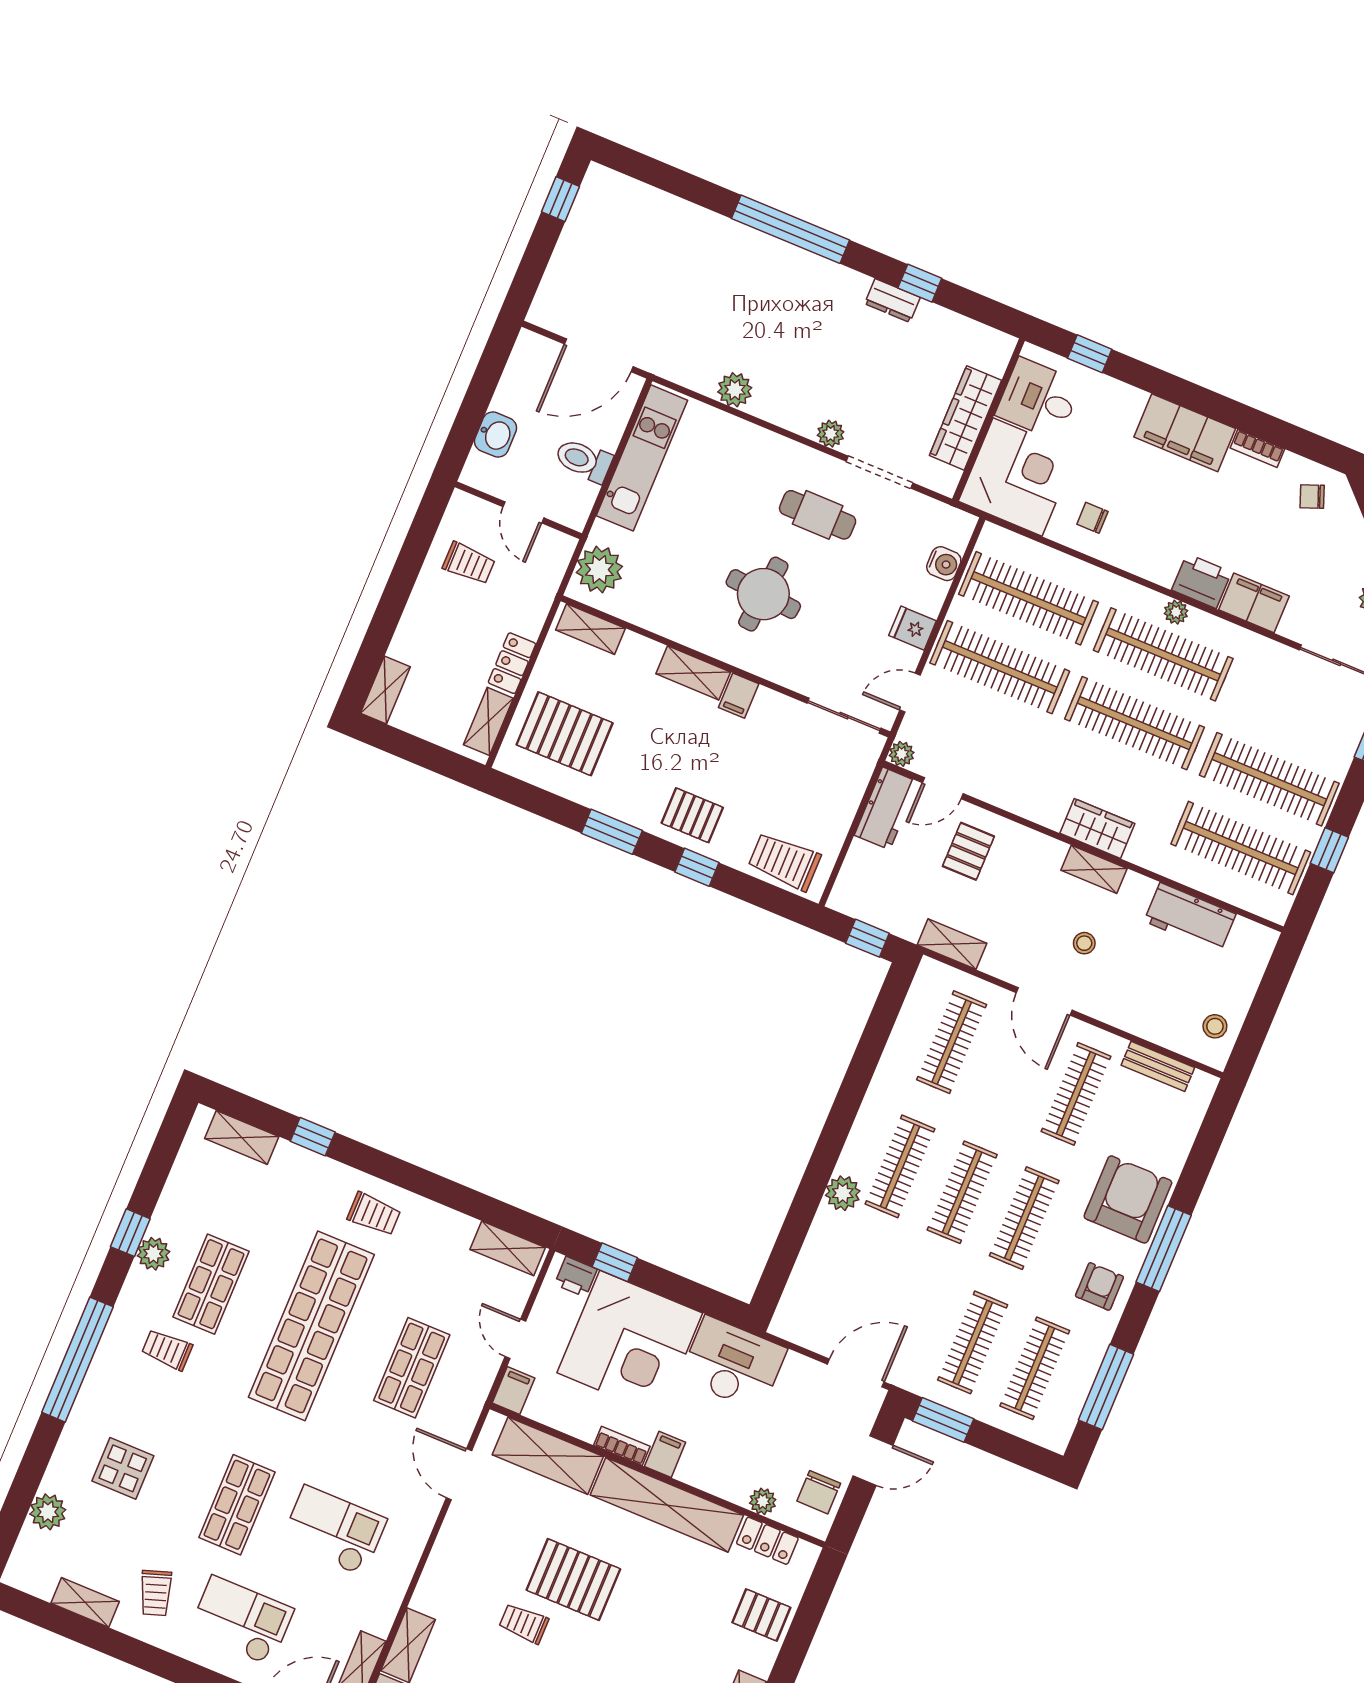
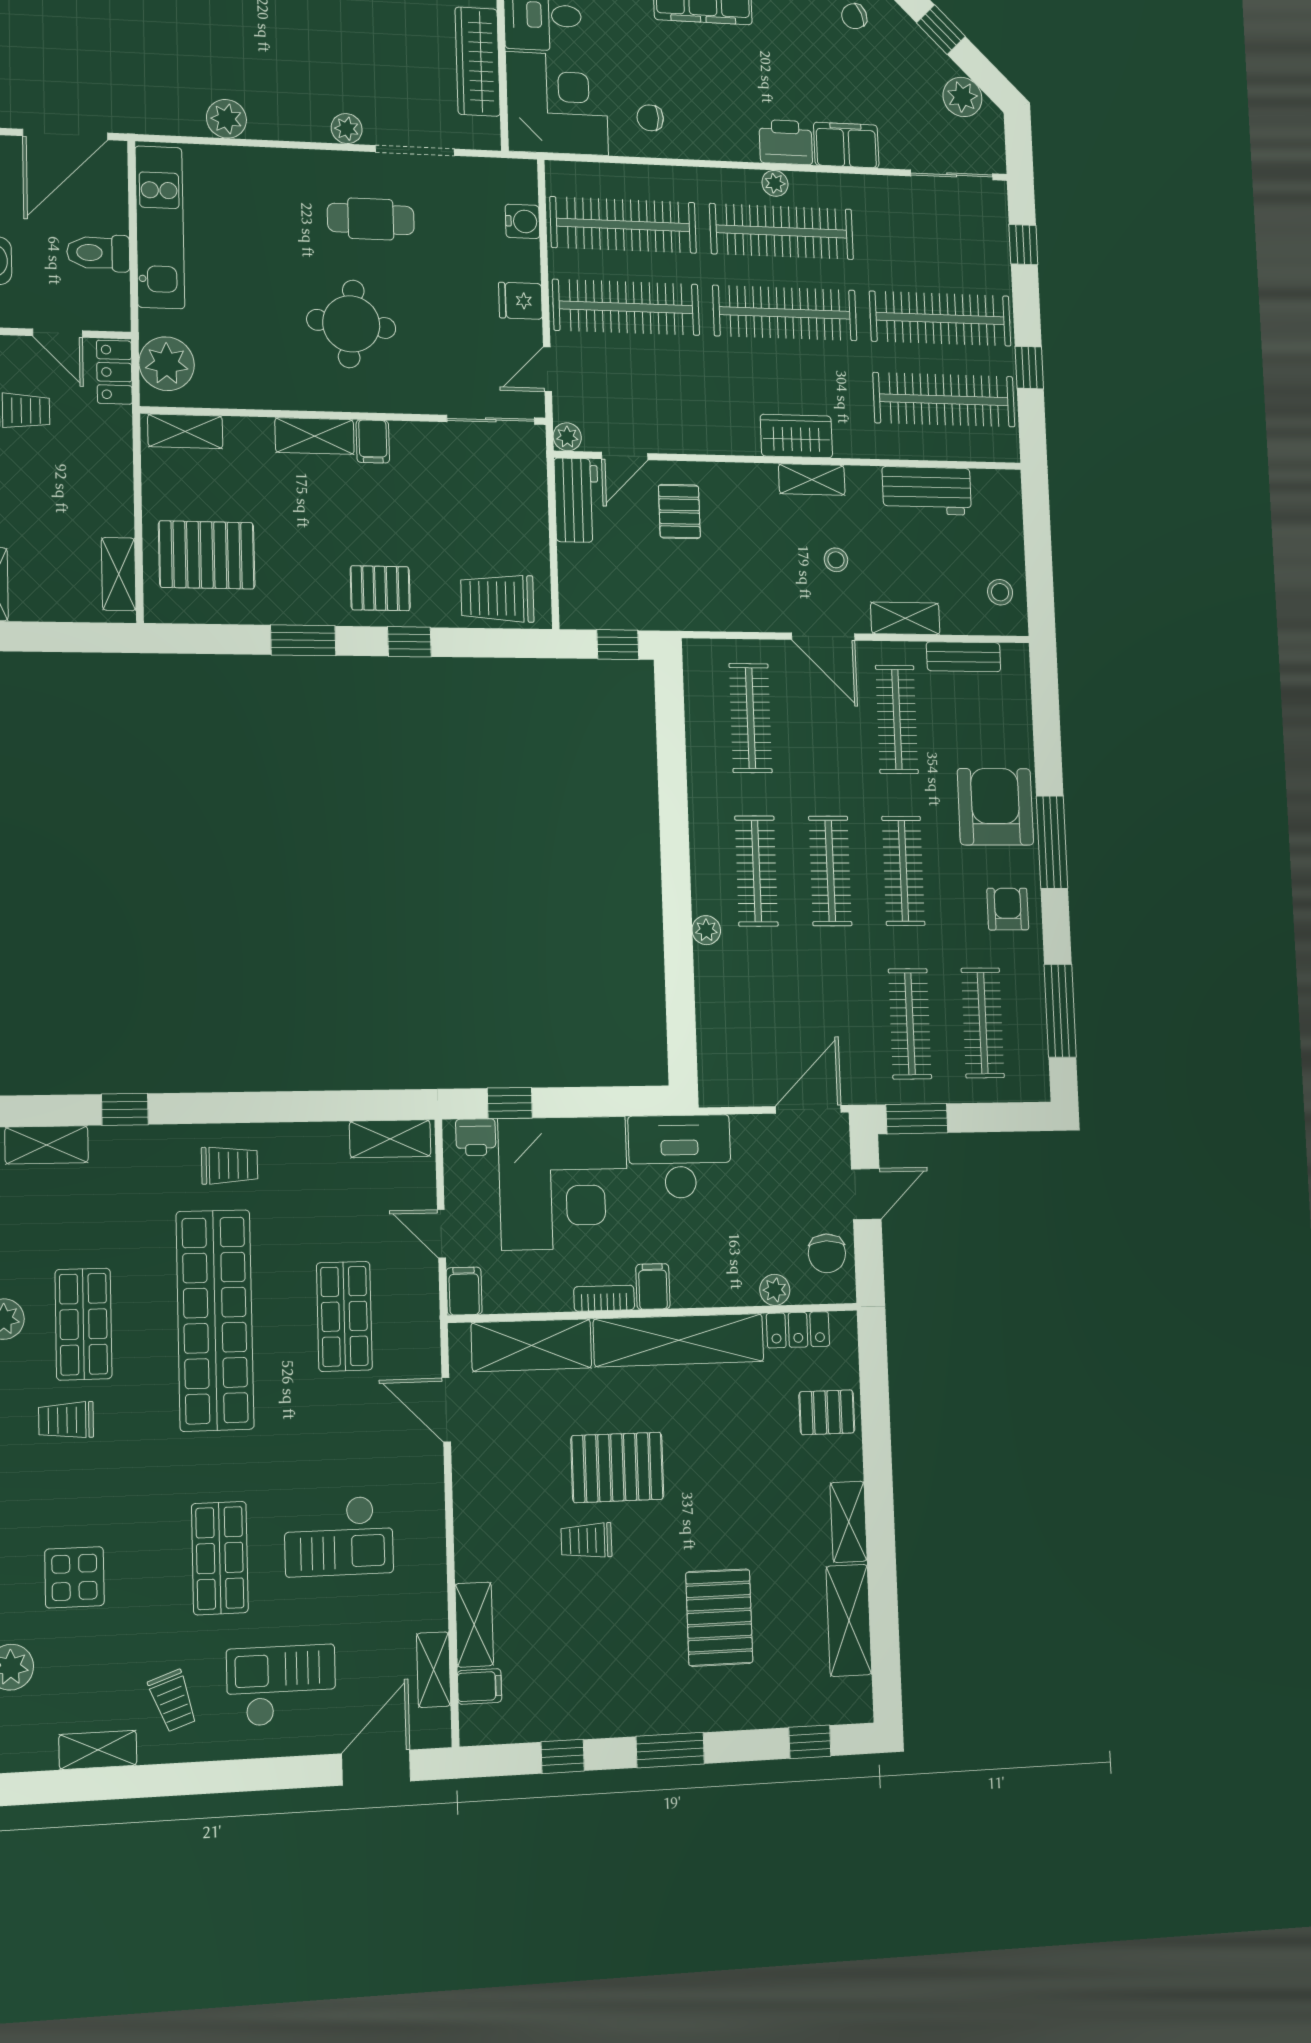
locker: (512, 663) -> (114, 372), moved
shelving: (952, 944) -> (905, 618), moved
plant: (843, 1193) -> (706, 930), width x0.73, depth x0.73
checkout: (334, 1531) -> (339, 1536), turned 180

